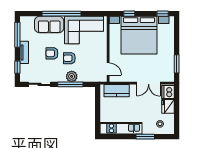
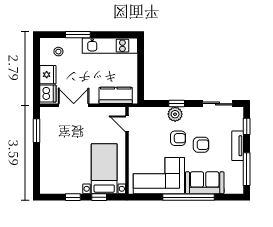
window: (163, 14) -> (73, 197), moved
bed with nightstands: (139, 35) -> (104, 169), width x0.54
window: (70, 84) -> (177, 104), width x0.46

